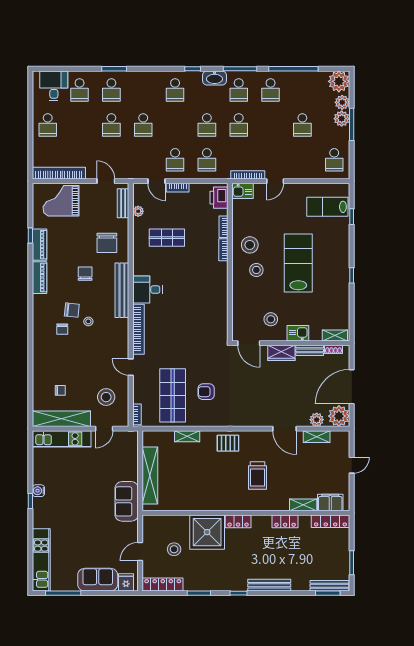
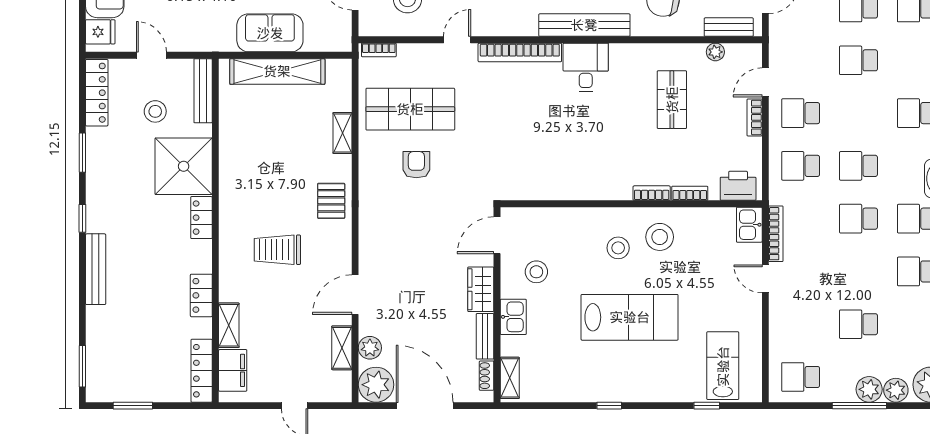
sofa: (127, 501) -> (270, 33), moved
bench: (330, 586) -> (203, 91), moved

